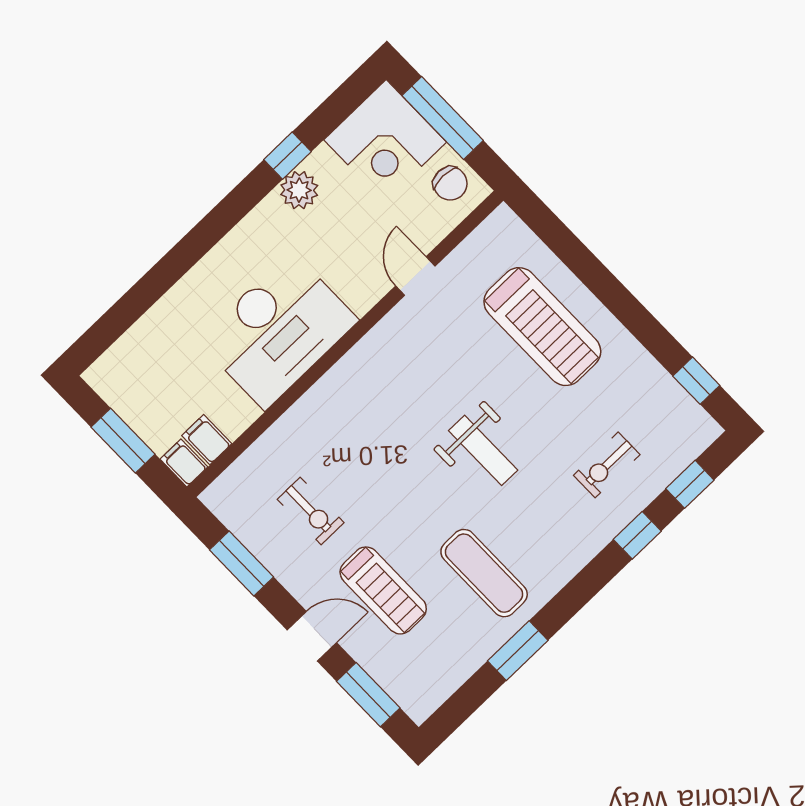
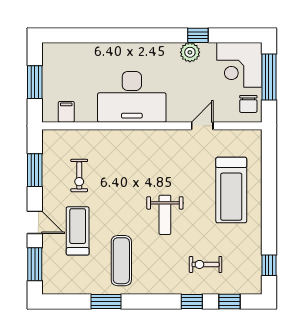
filing cabinet: (184, 463) -> (49, 112), removed
treadmill: (383, 590) -> (78, 231), turned 180

